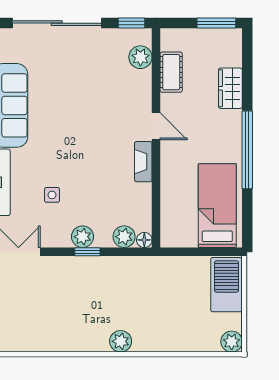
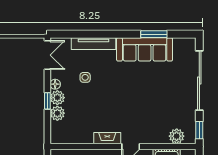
plant: (124, 237) -> (57, 113), moved
floor lamp: (144, 240) -> (55, 84), moved

